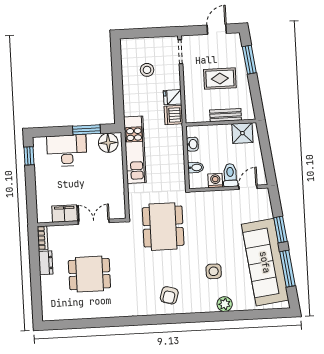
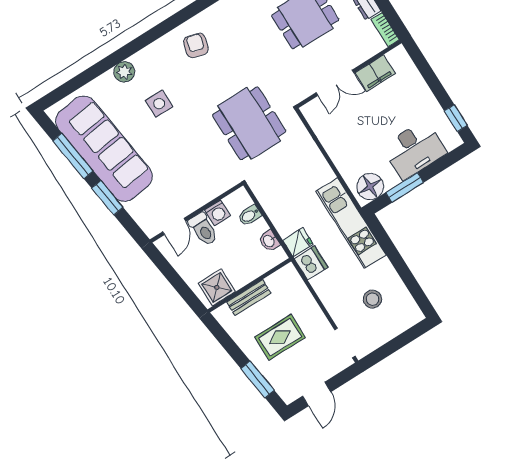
fridge: (173, 97) -> (298, 242), moved
kitchen unit: (135, 150) -> (351, 223), moved

